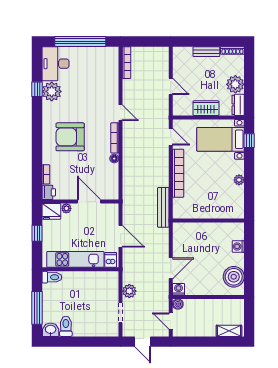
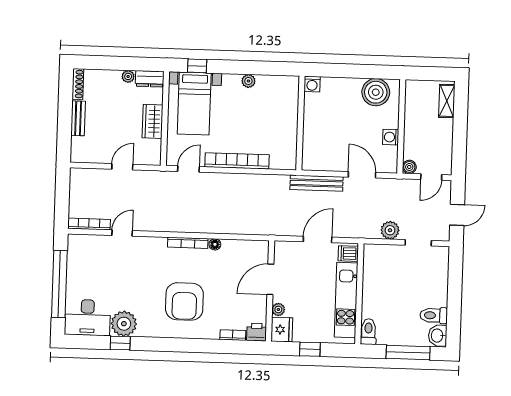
plant: (235, 84) -> (128, 76), width x0.53, depth x0.53
door: (121, 113) -> (122, 233), moved
bench: (163, 207) -> (317, 183), moved
washing machine: (238, 246) -> (312, 84), moved
washing machine: (179, 289) -> (391, 137), moved

